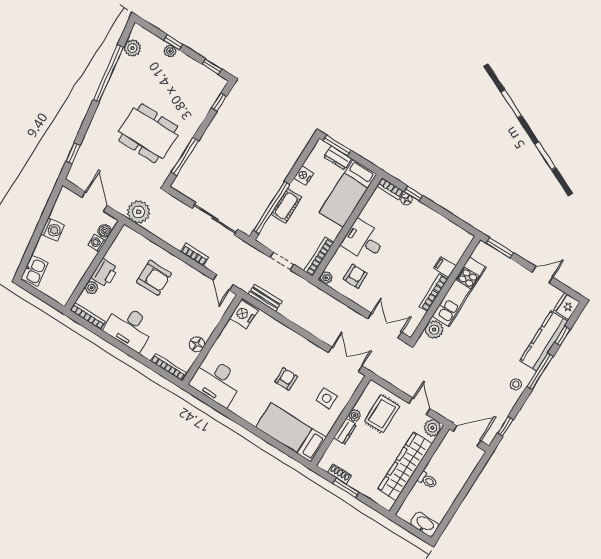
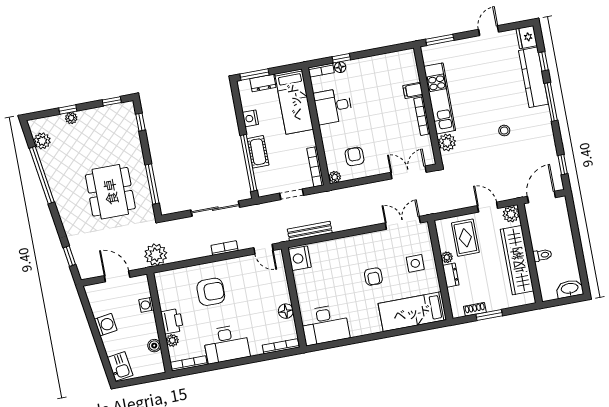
dining table: (148, 133) -> (110, 192), turned 90
boiler: (105, 231) -> (154, 346), moved
desk: (363, 241) -> (333, 106), moved
bench: (265, 298) -> (310, 231), width x1.36
armchair: (286, 379) -> (373, 277), turned 180
stool: (516, 384) -> (504, 131), moved

